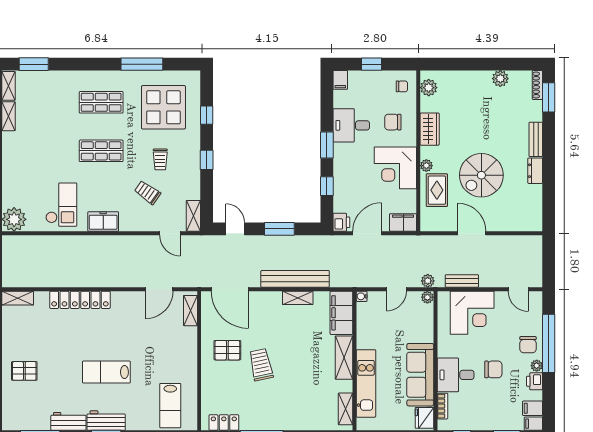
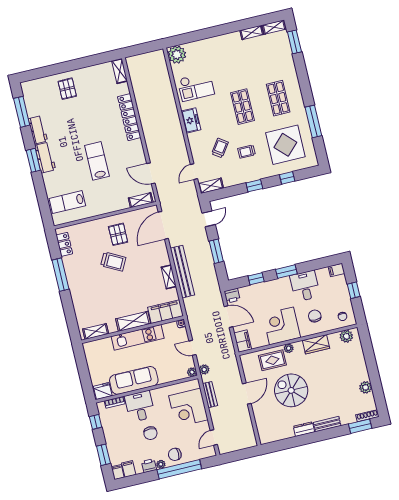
trolley: (261, 365) -> (113, 262), turned 40
lab bench: (106, 372) -> (97, 161), moved
kitchen unit: (366, 383) -> (138, 337), moved

